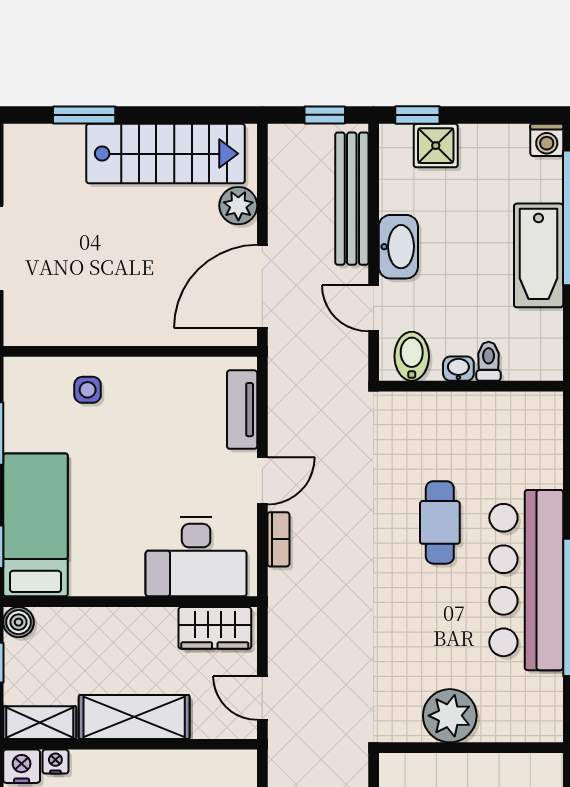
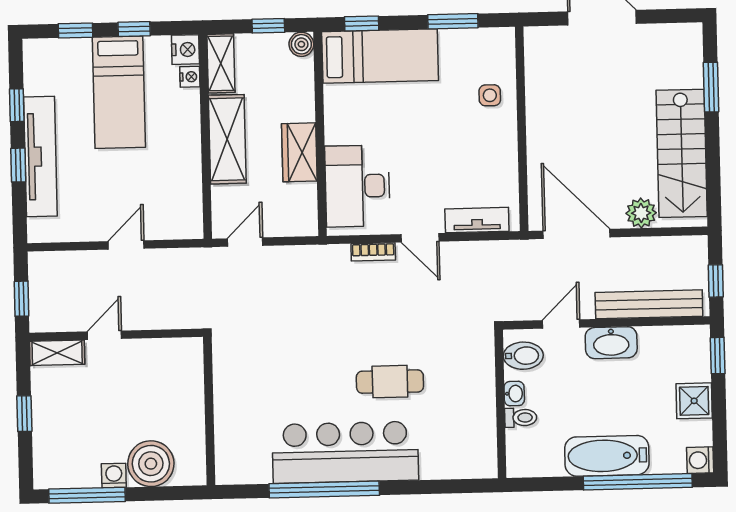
shower: (436, 146) -> (694, 401), moved
wardrobe: (215, 628) -> (299, 152), moved
plant: (450, 716) -> (234, 393), removed

